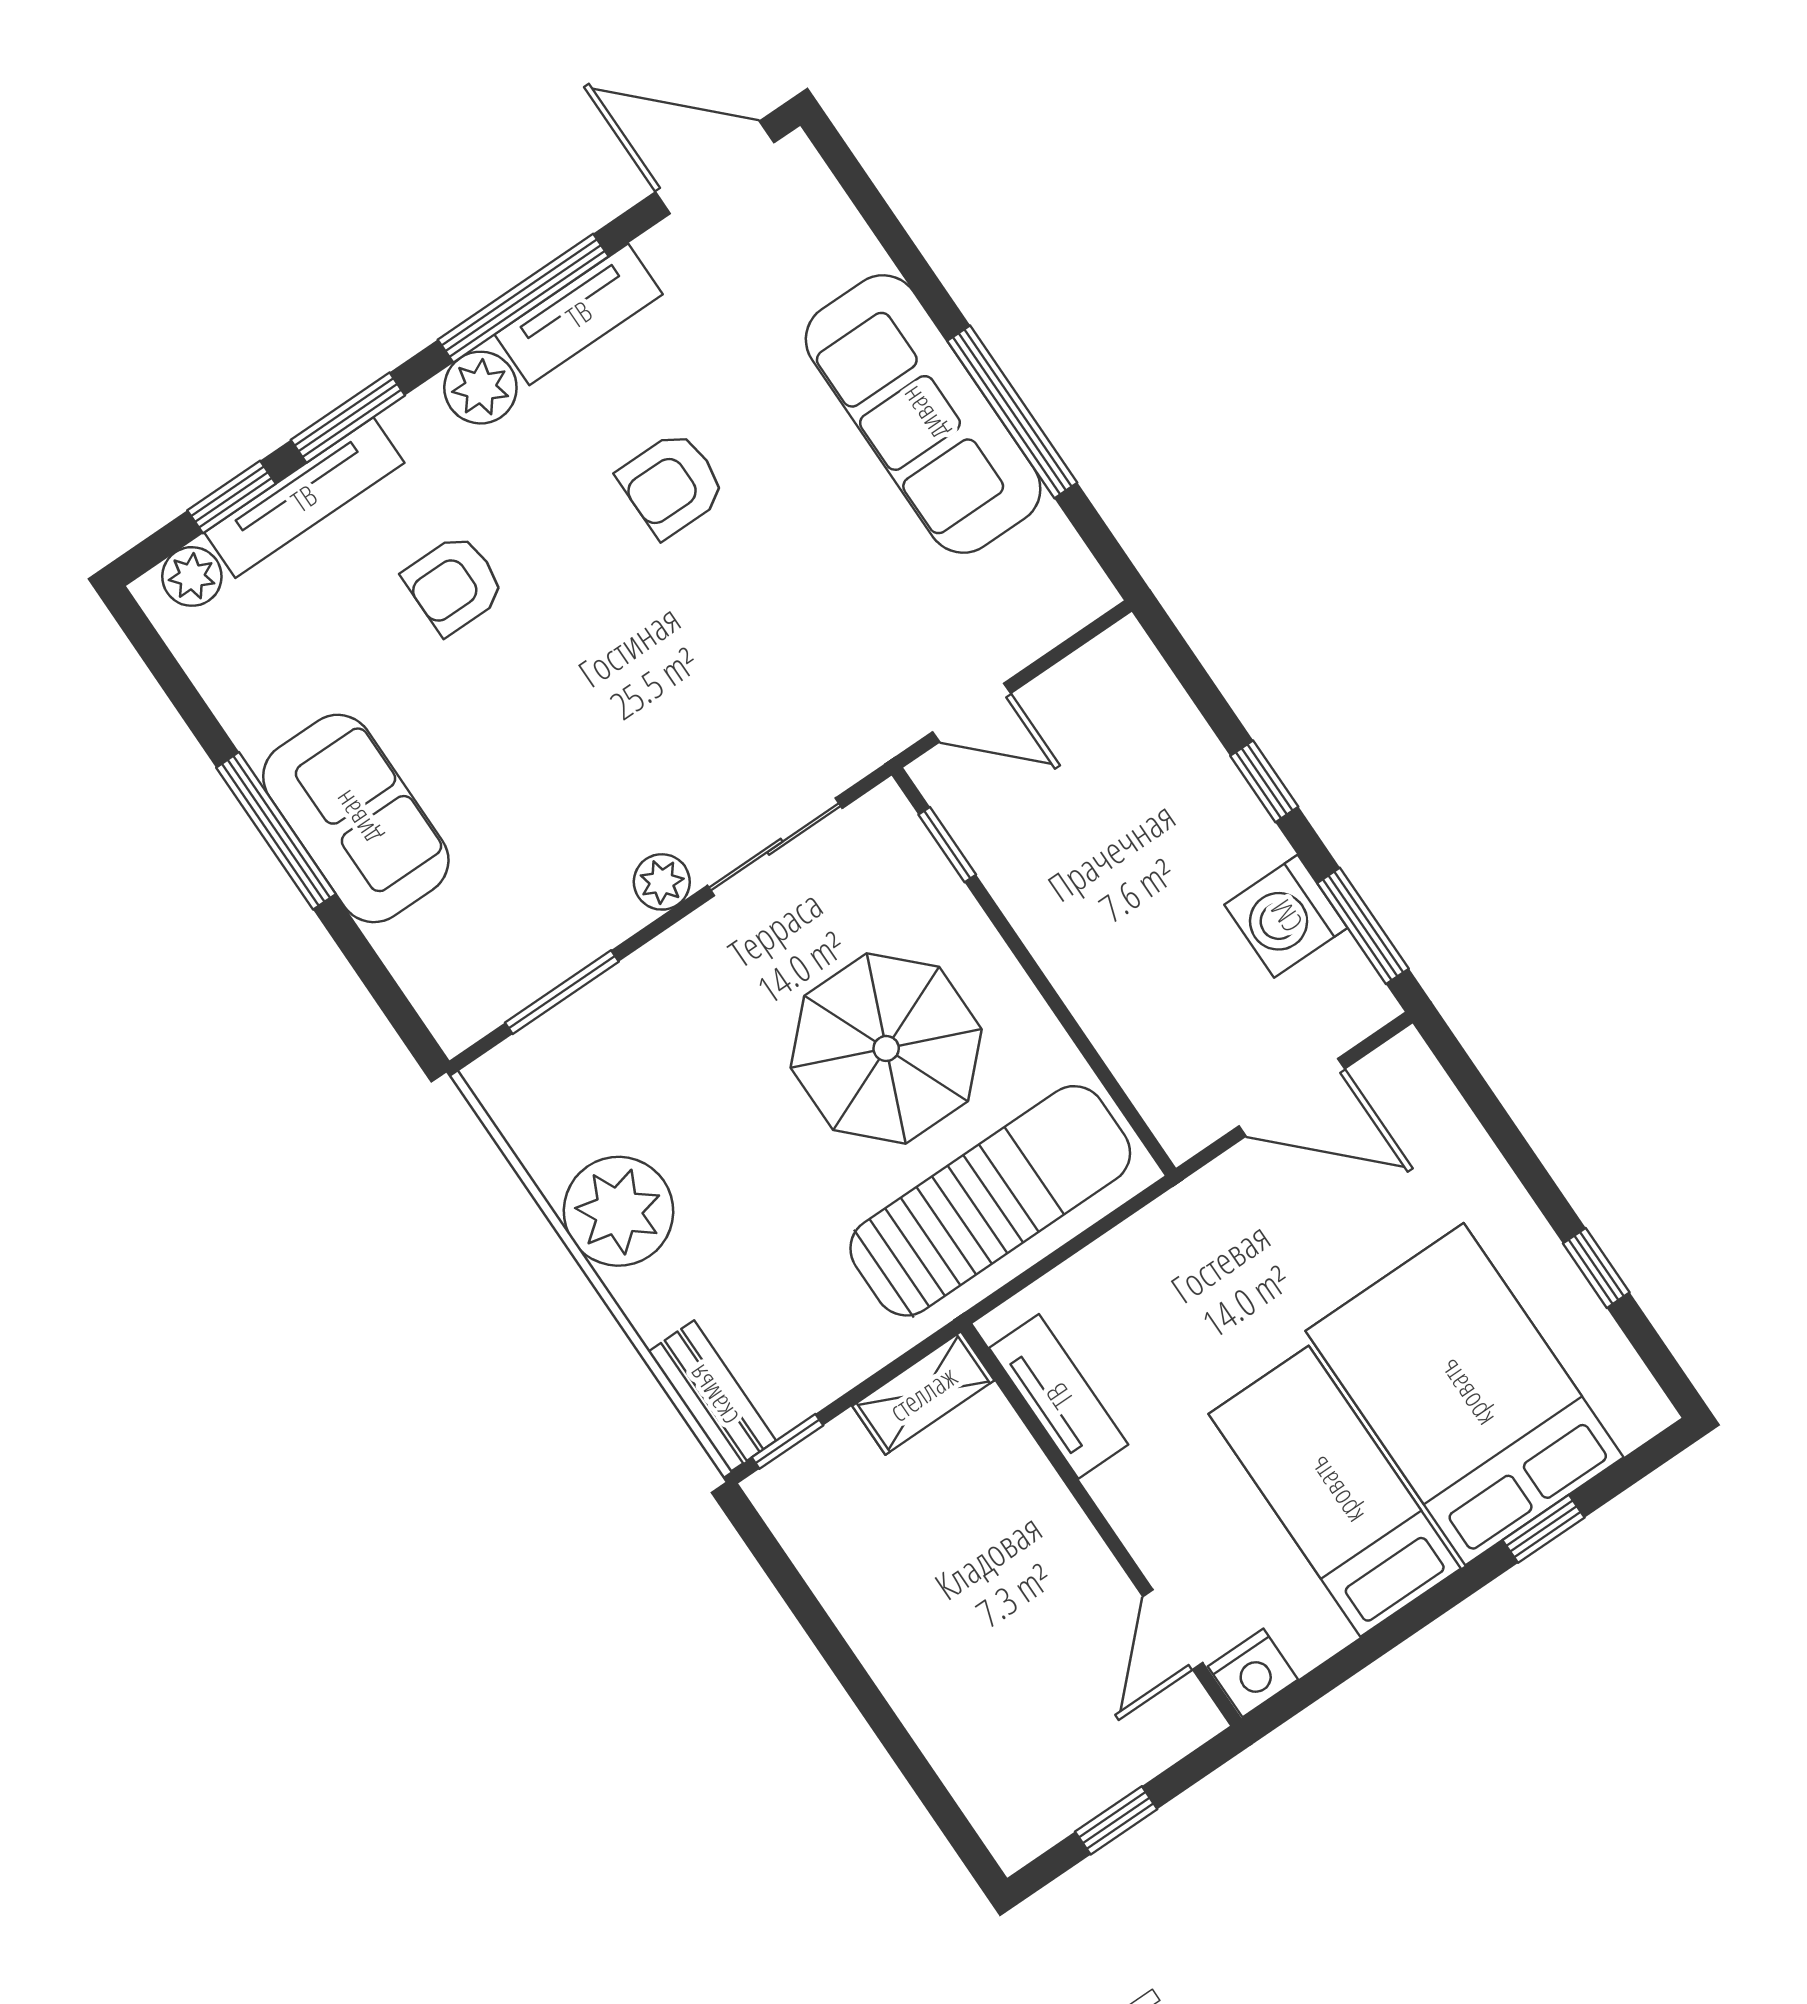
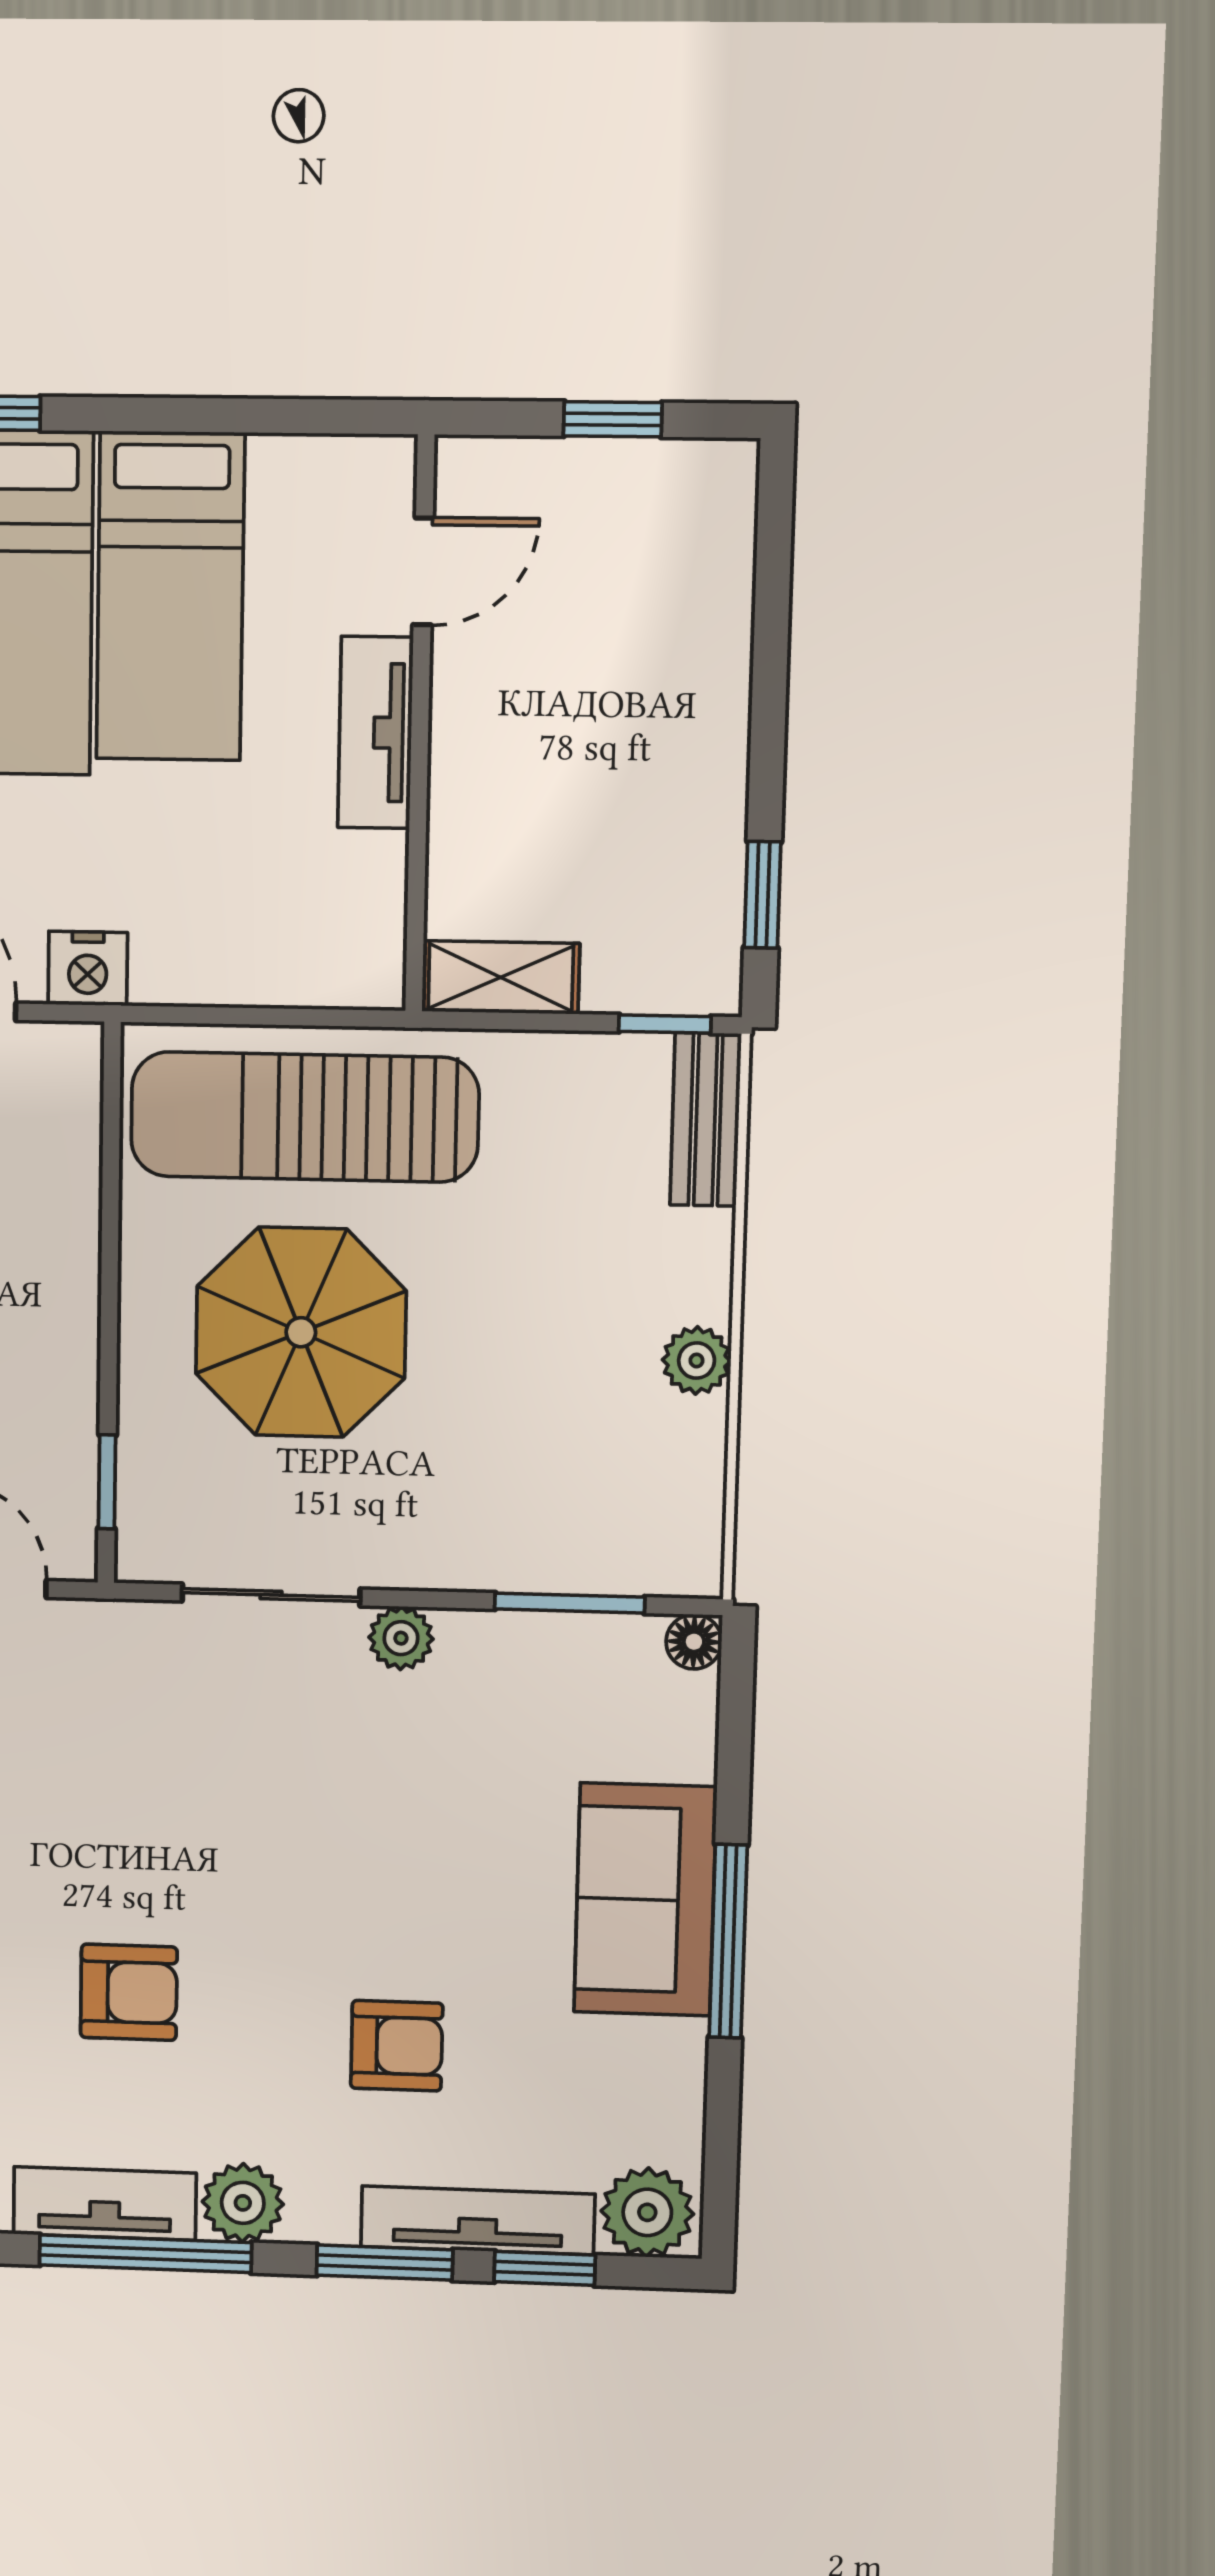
plant: (192, 576) -> (647, 2212), width x1.38, depth x1.38
floor lamp: (456, 1027) -> (694, 1642), added
plant: (618, 1211) -> (697, 1361), width x0.53, depth x0.53
tv unit: (1059, 1396) -> (375, 733), moved
window: (784, 1576) -> (763, 895), added
nightstand: (1253, 1673) -> (88, 968), moved, turned 180

